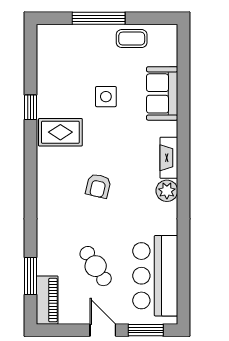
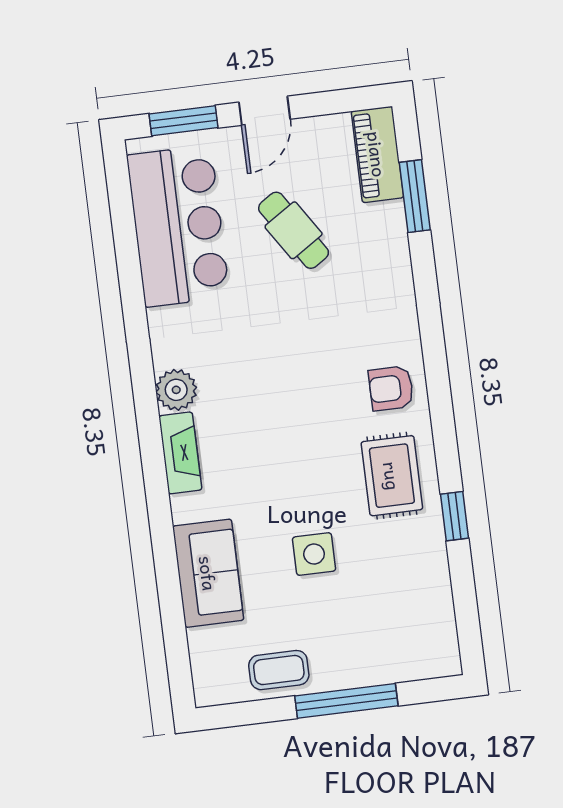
rug: (60, 132) -> (392, 476), turned 90
armchair: (98, 186) -> (391, 388), moved, turned -103
door: (103, 330) -> (265, 111), hinge flipped

